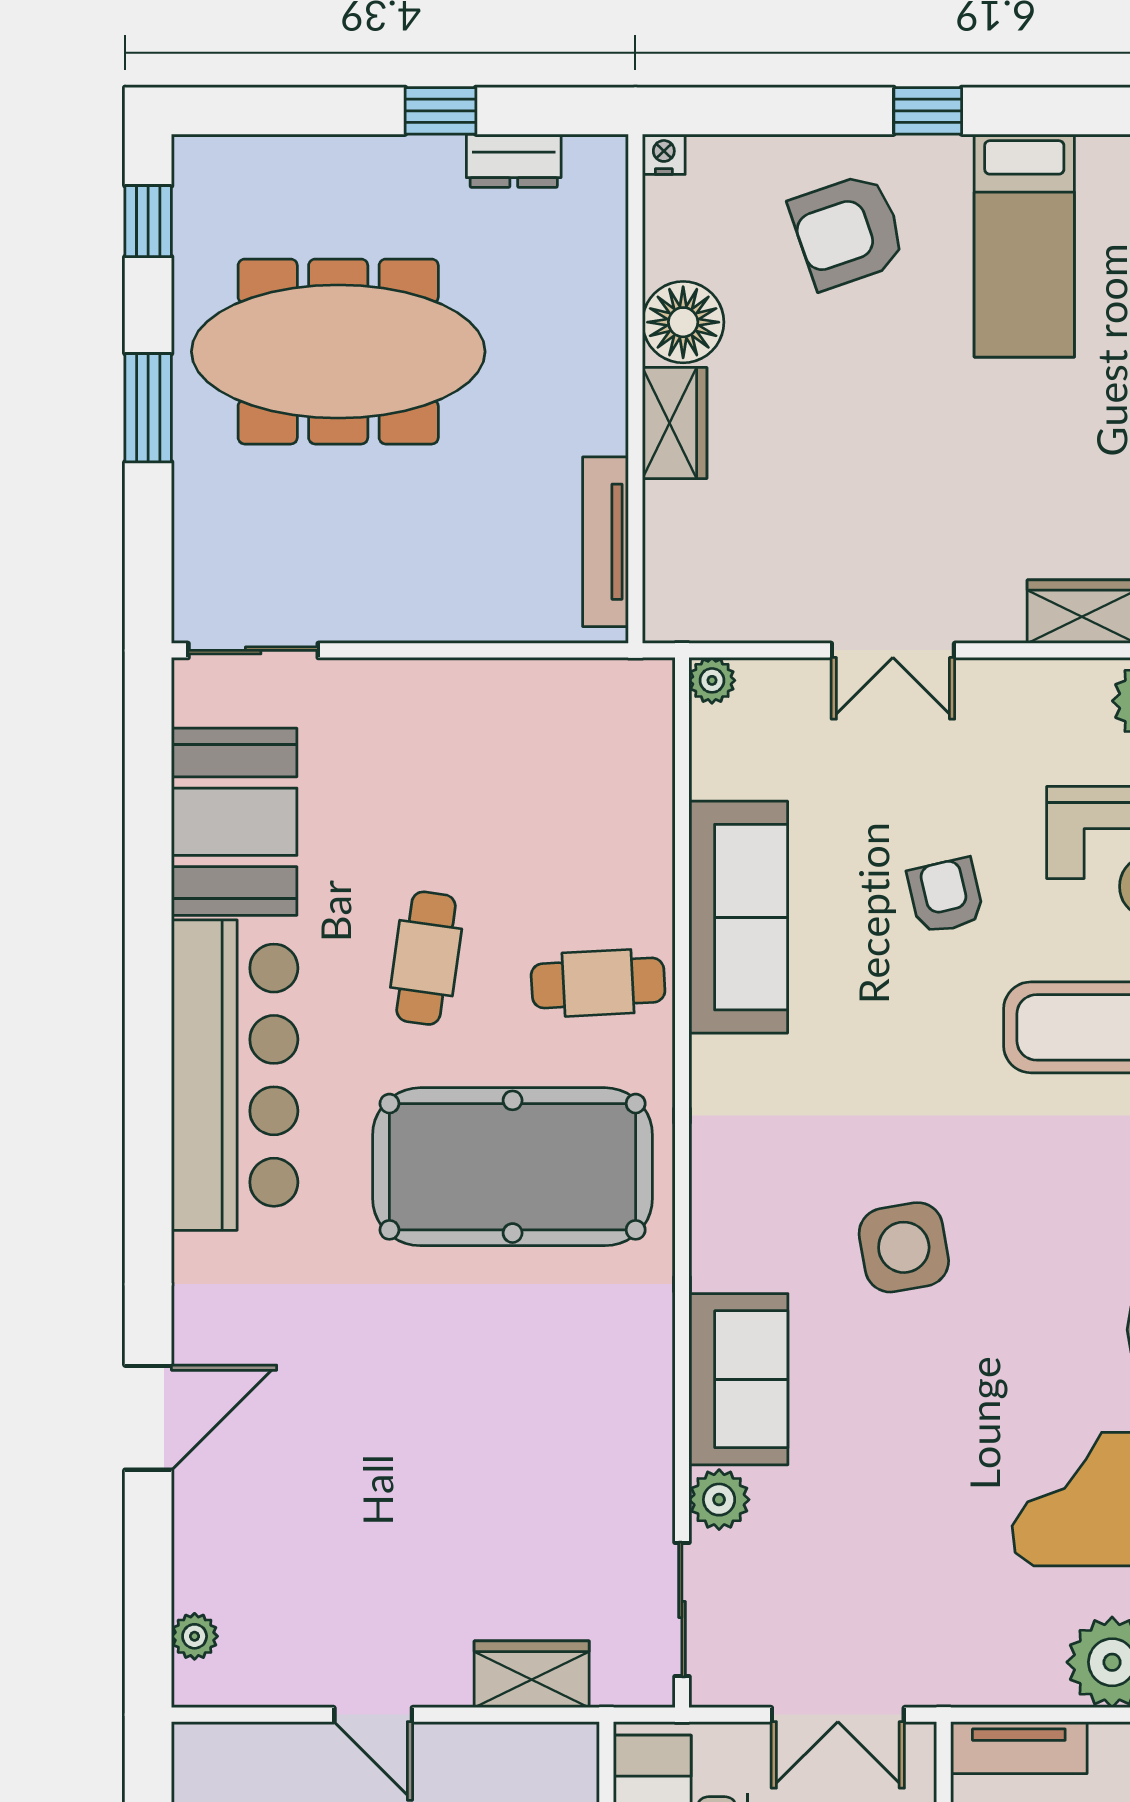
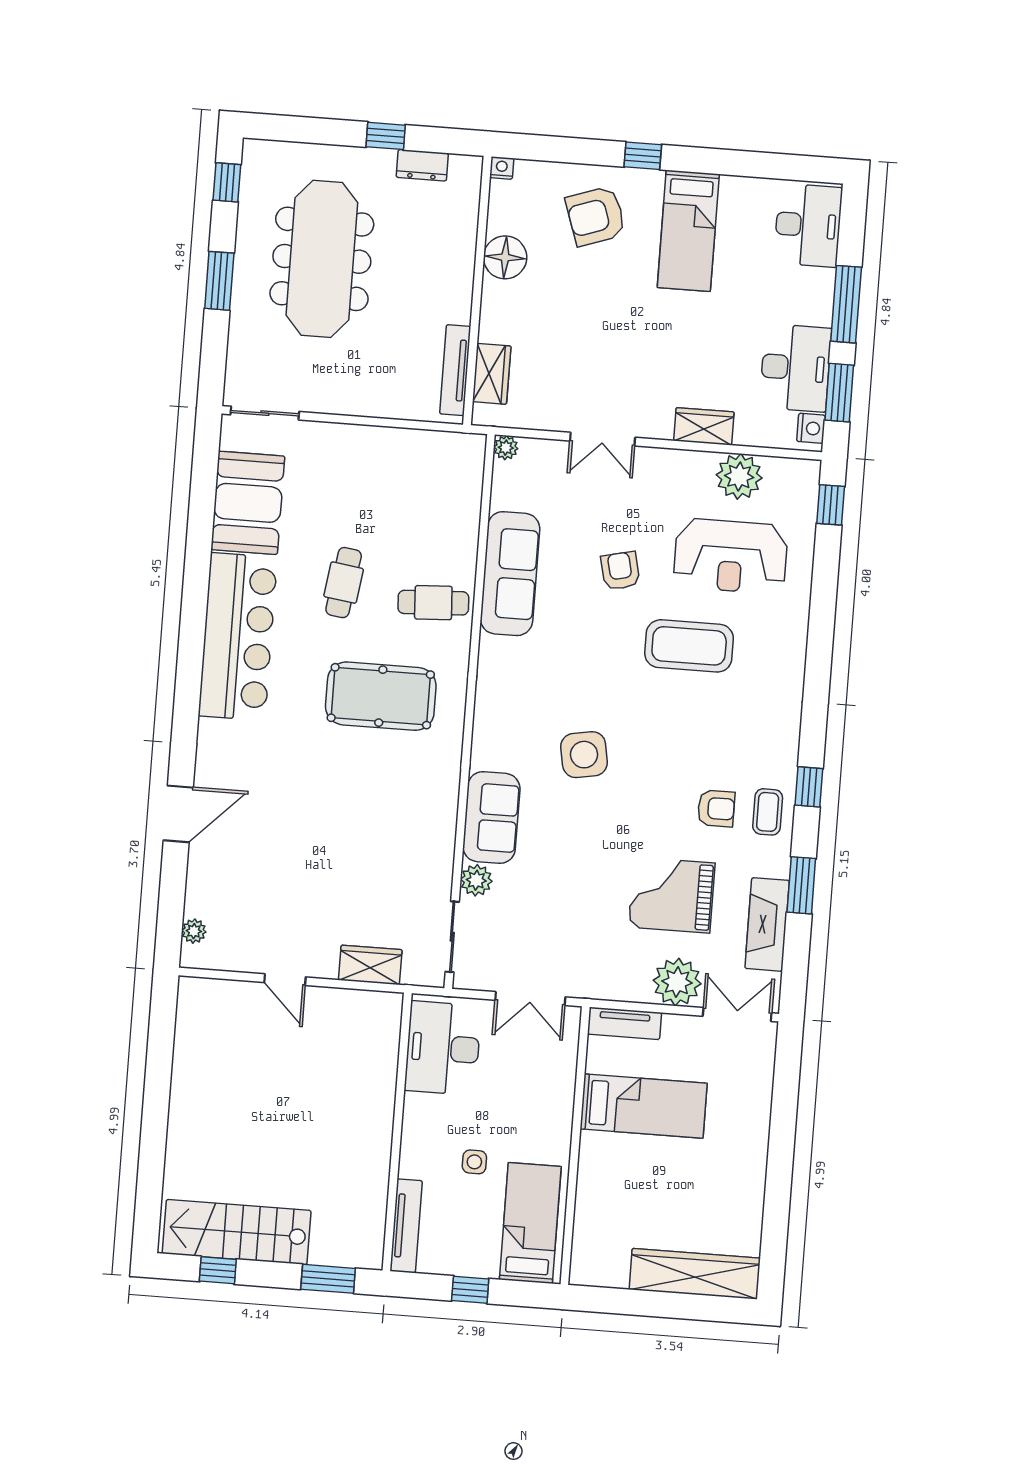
meeting table: (338, 352) -> (322, 259), turned 90
wardrobe: (675, 423) -> (492, 374), moved
pool table: (513, 1167) -> (381, 696), width x0.73, depth x0.76

